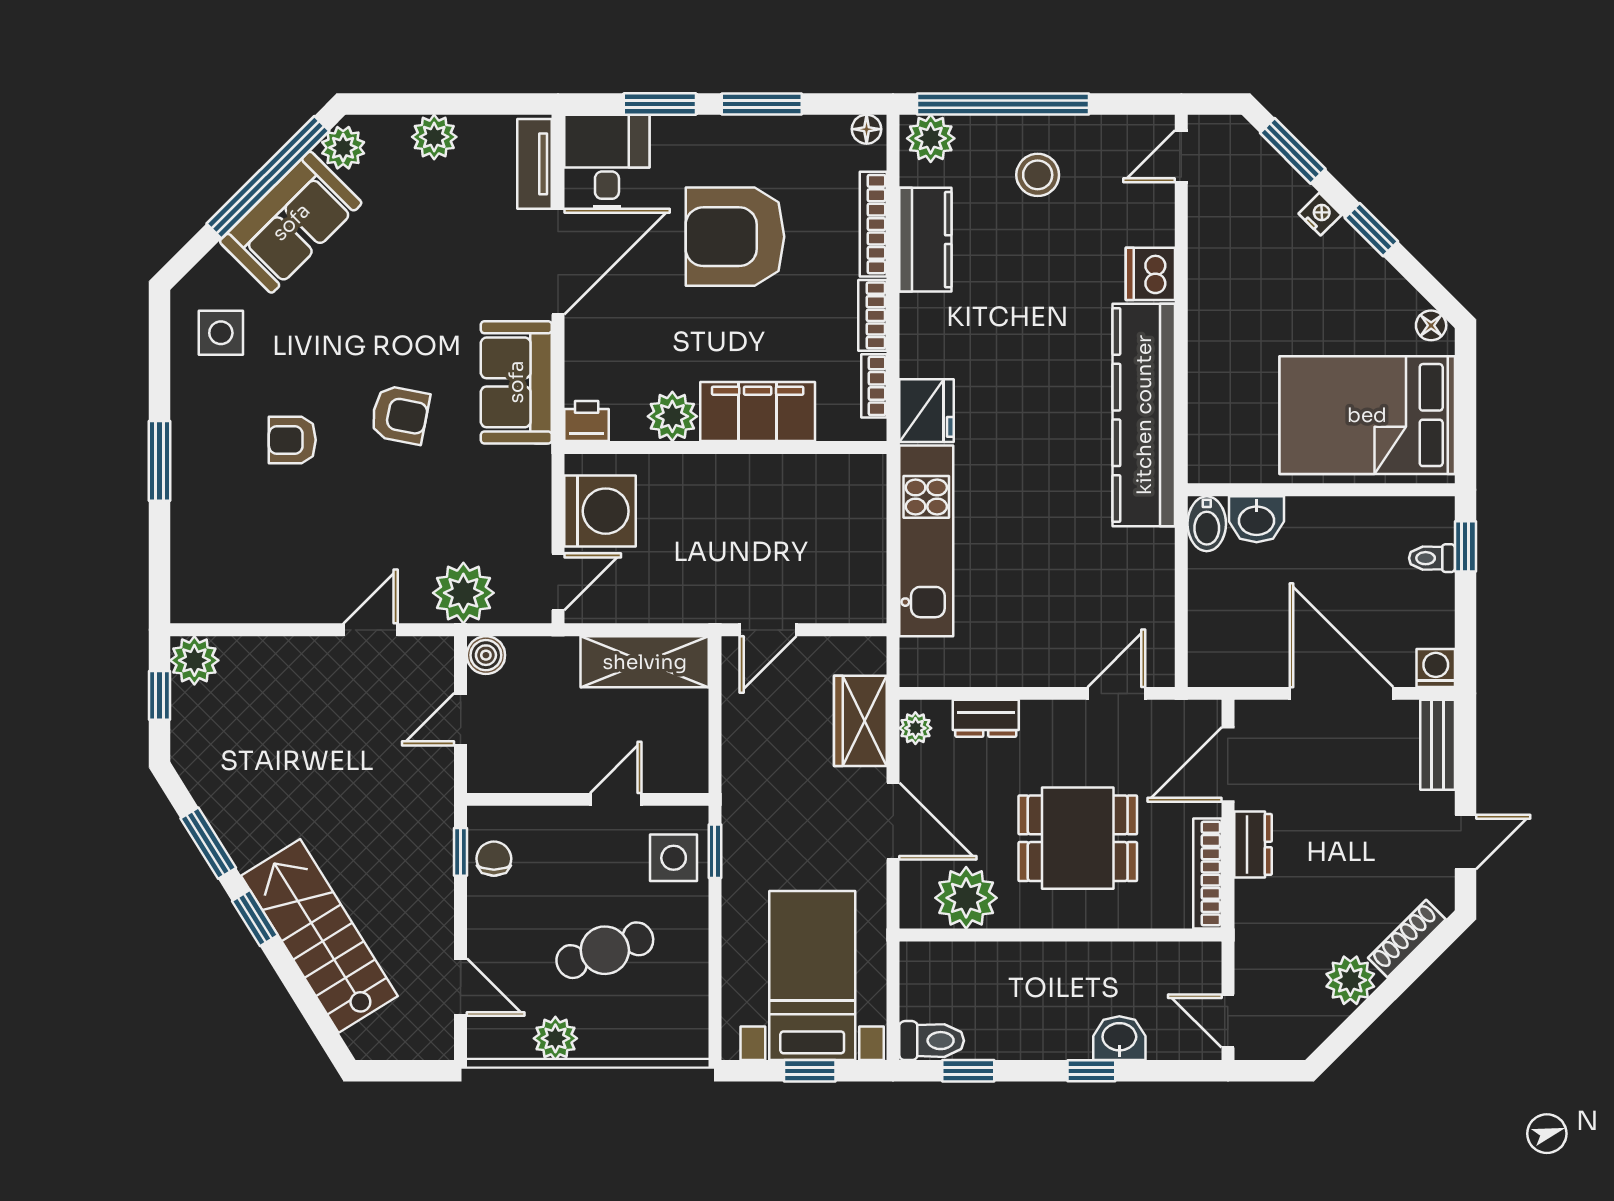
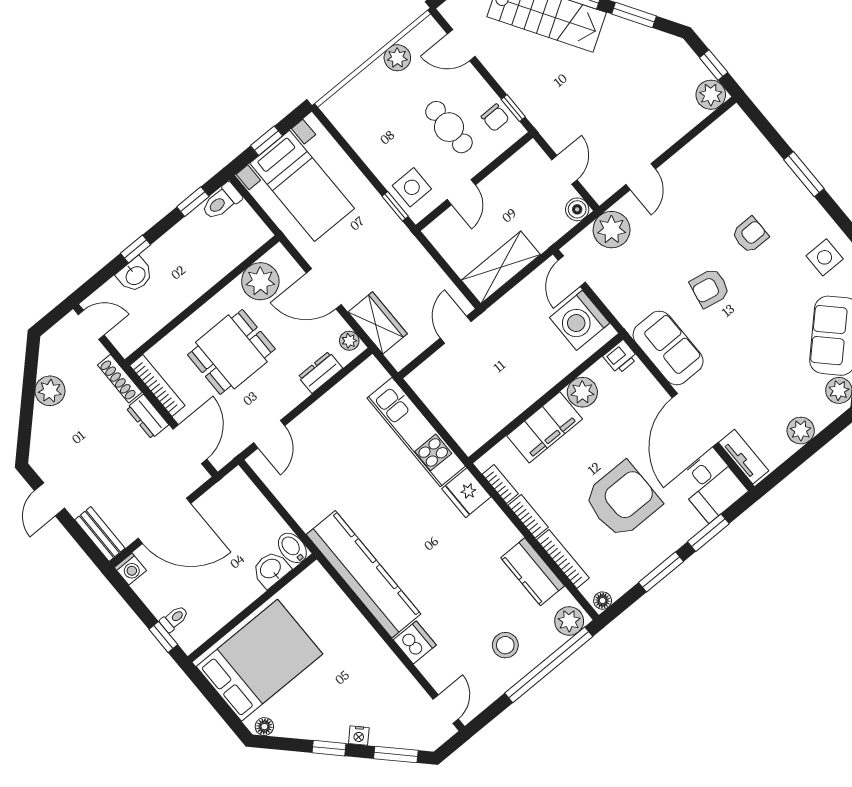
shoe rack: (1407, 939) -> (120, 379), moved, turned 135
cafe table: (605, 950) -> (449, 127), moved, turned -71

